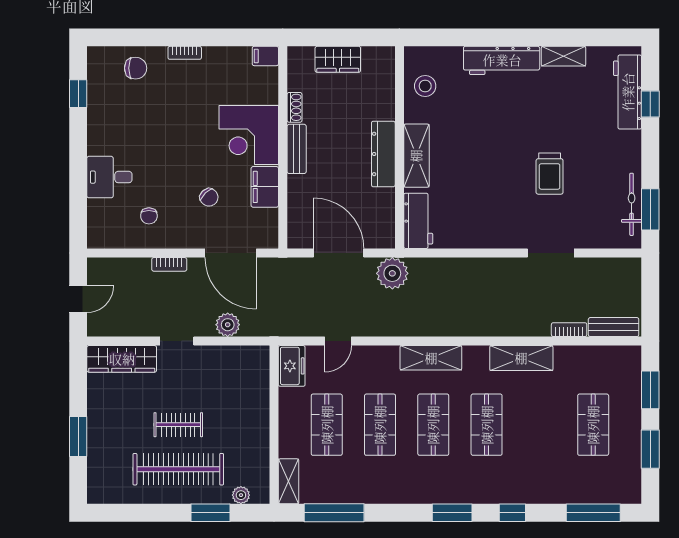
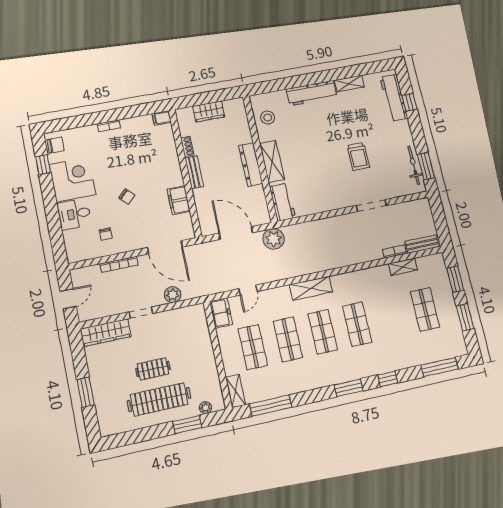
chair: (136, 68) -> (56, 145), moved
corner desk: (249, 135) -> (73, 180), moved, turned 180
chair: (209, 197) -> (127, 197), moved
bookcase: (169, 264) -> (119, 264), width x1.56
shelving: (521, 358) -> (403, 267), moved, width x0.67, depth x0.75

